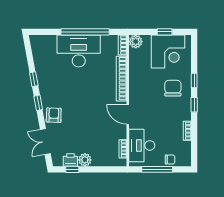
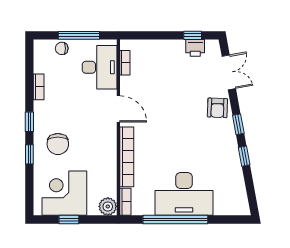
plant: (85, 160) -> (176, 48), removed

